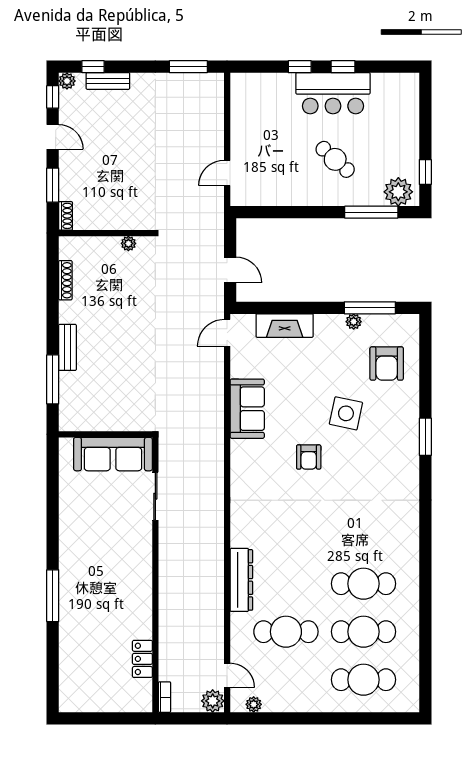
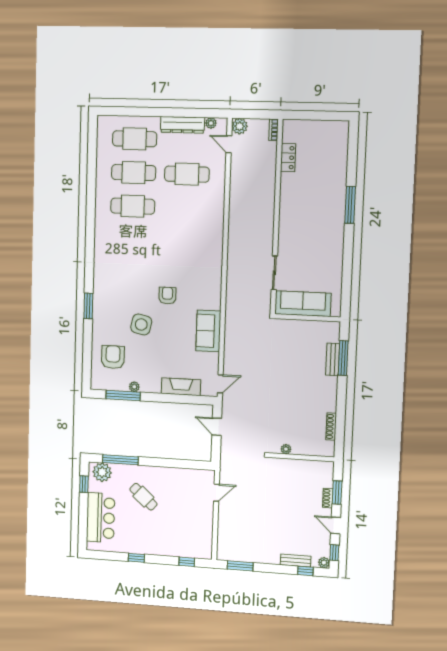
window: (300, 67) -> (187, 562), moved
bar counter: (333, 93) -> (101, 518), moved, turned 90
shoe rack: (66, 216) -> (328, 498), moved
bench: (67, 347) -> (333, 359), moved
dresser: (241, 580) -> (182, 125), moved, turned -90

